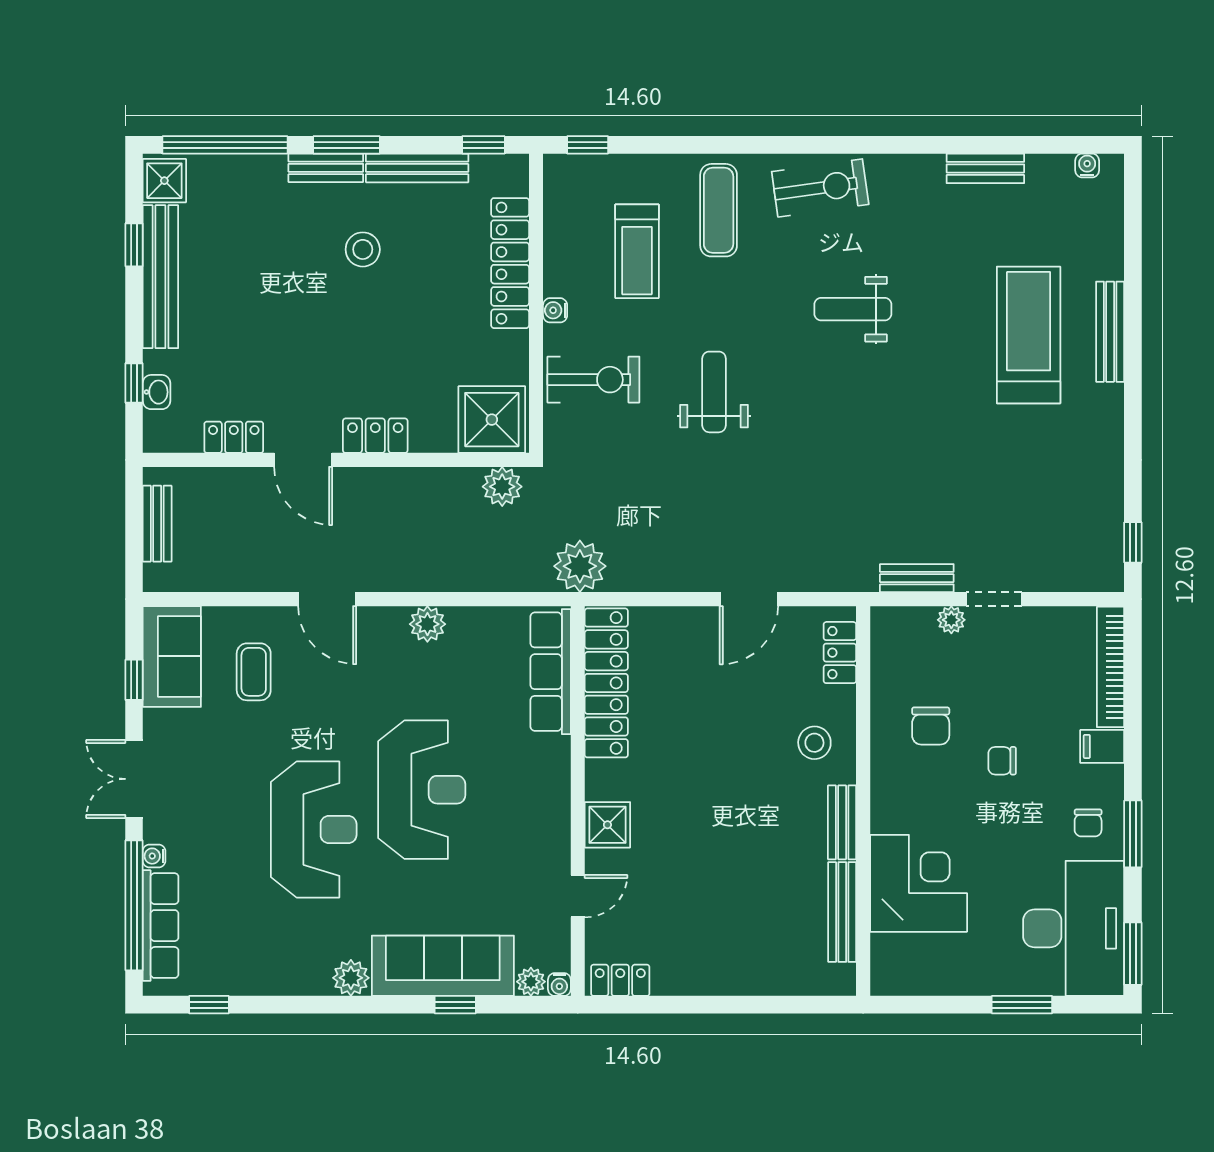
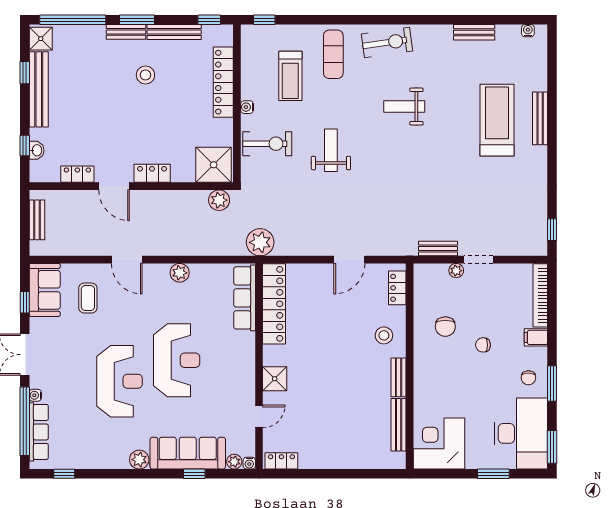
corner desk: (919, 883) -> (439, 444), moved, turned -90

